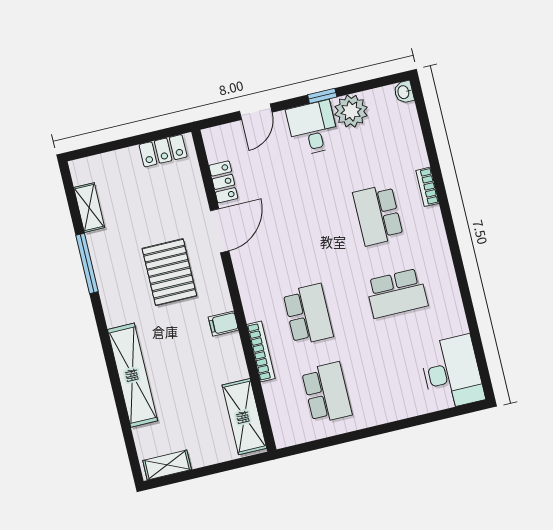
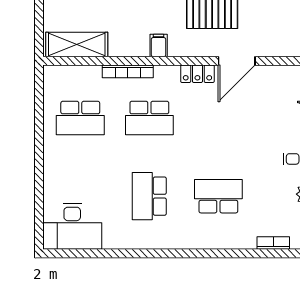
locker: (223, 182) -> (197, 74), moved
bookcase: (427, 187) -> (273, 243), moved
door: (220, 231) -> (237, 61), hinge flipped

